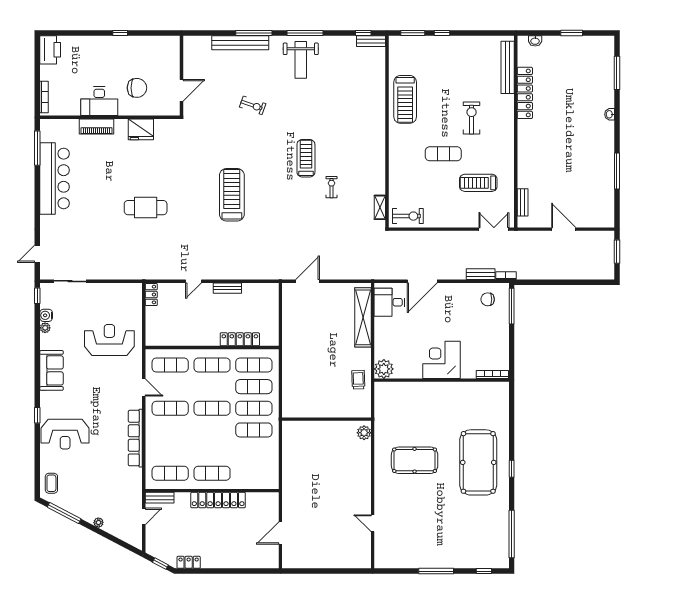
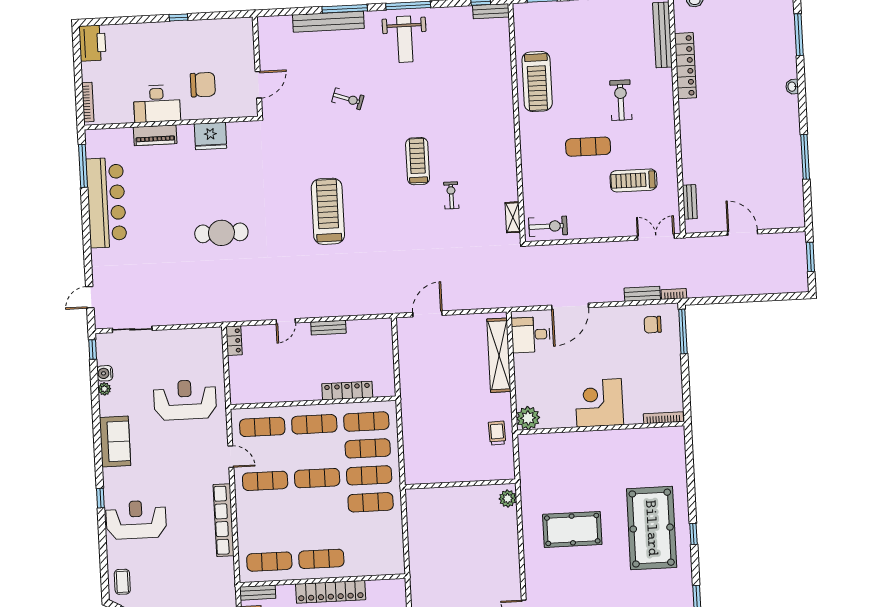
reception desk: (65, 434) -> (136, 520), turned 180

